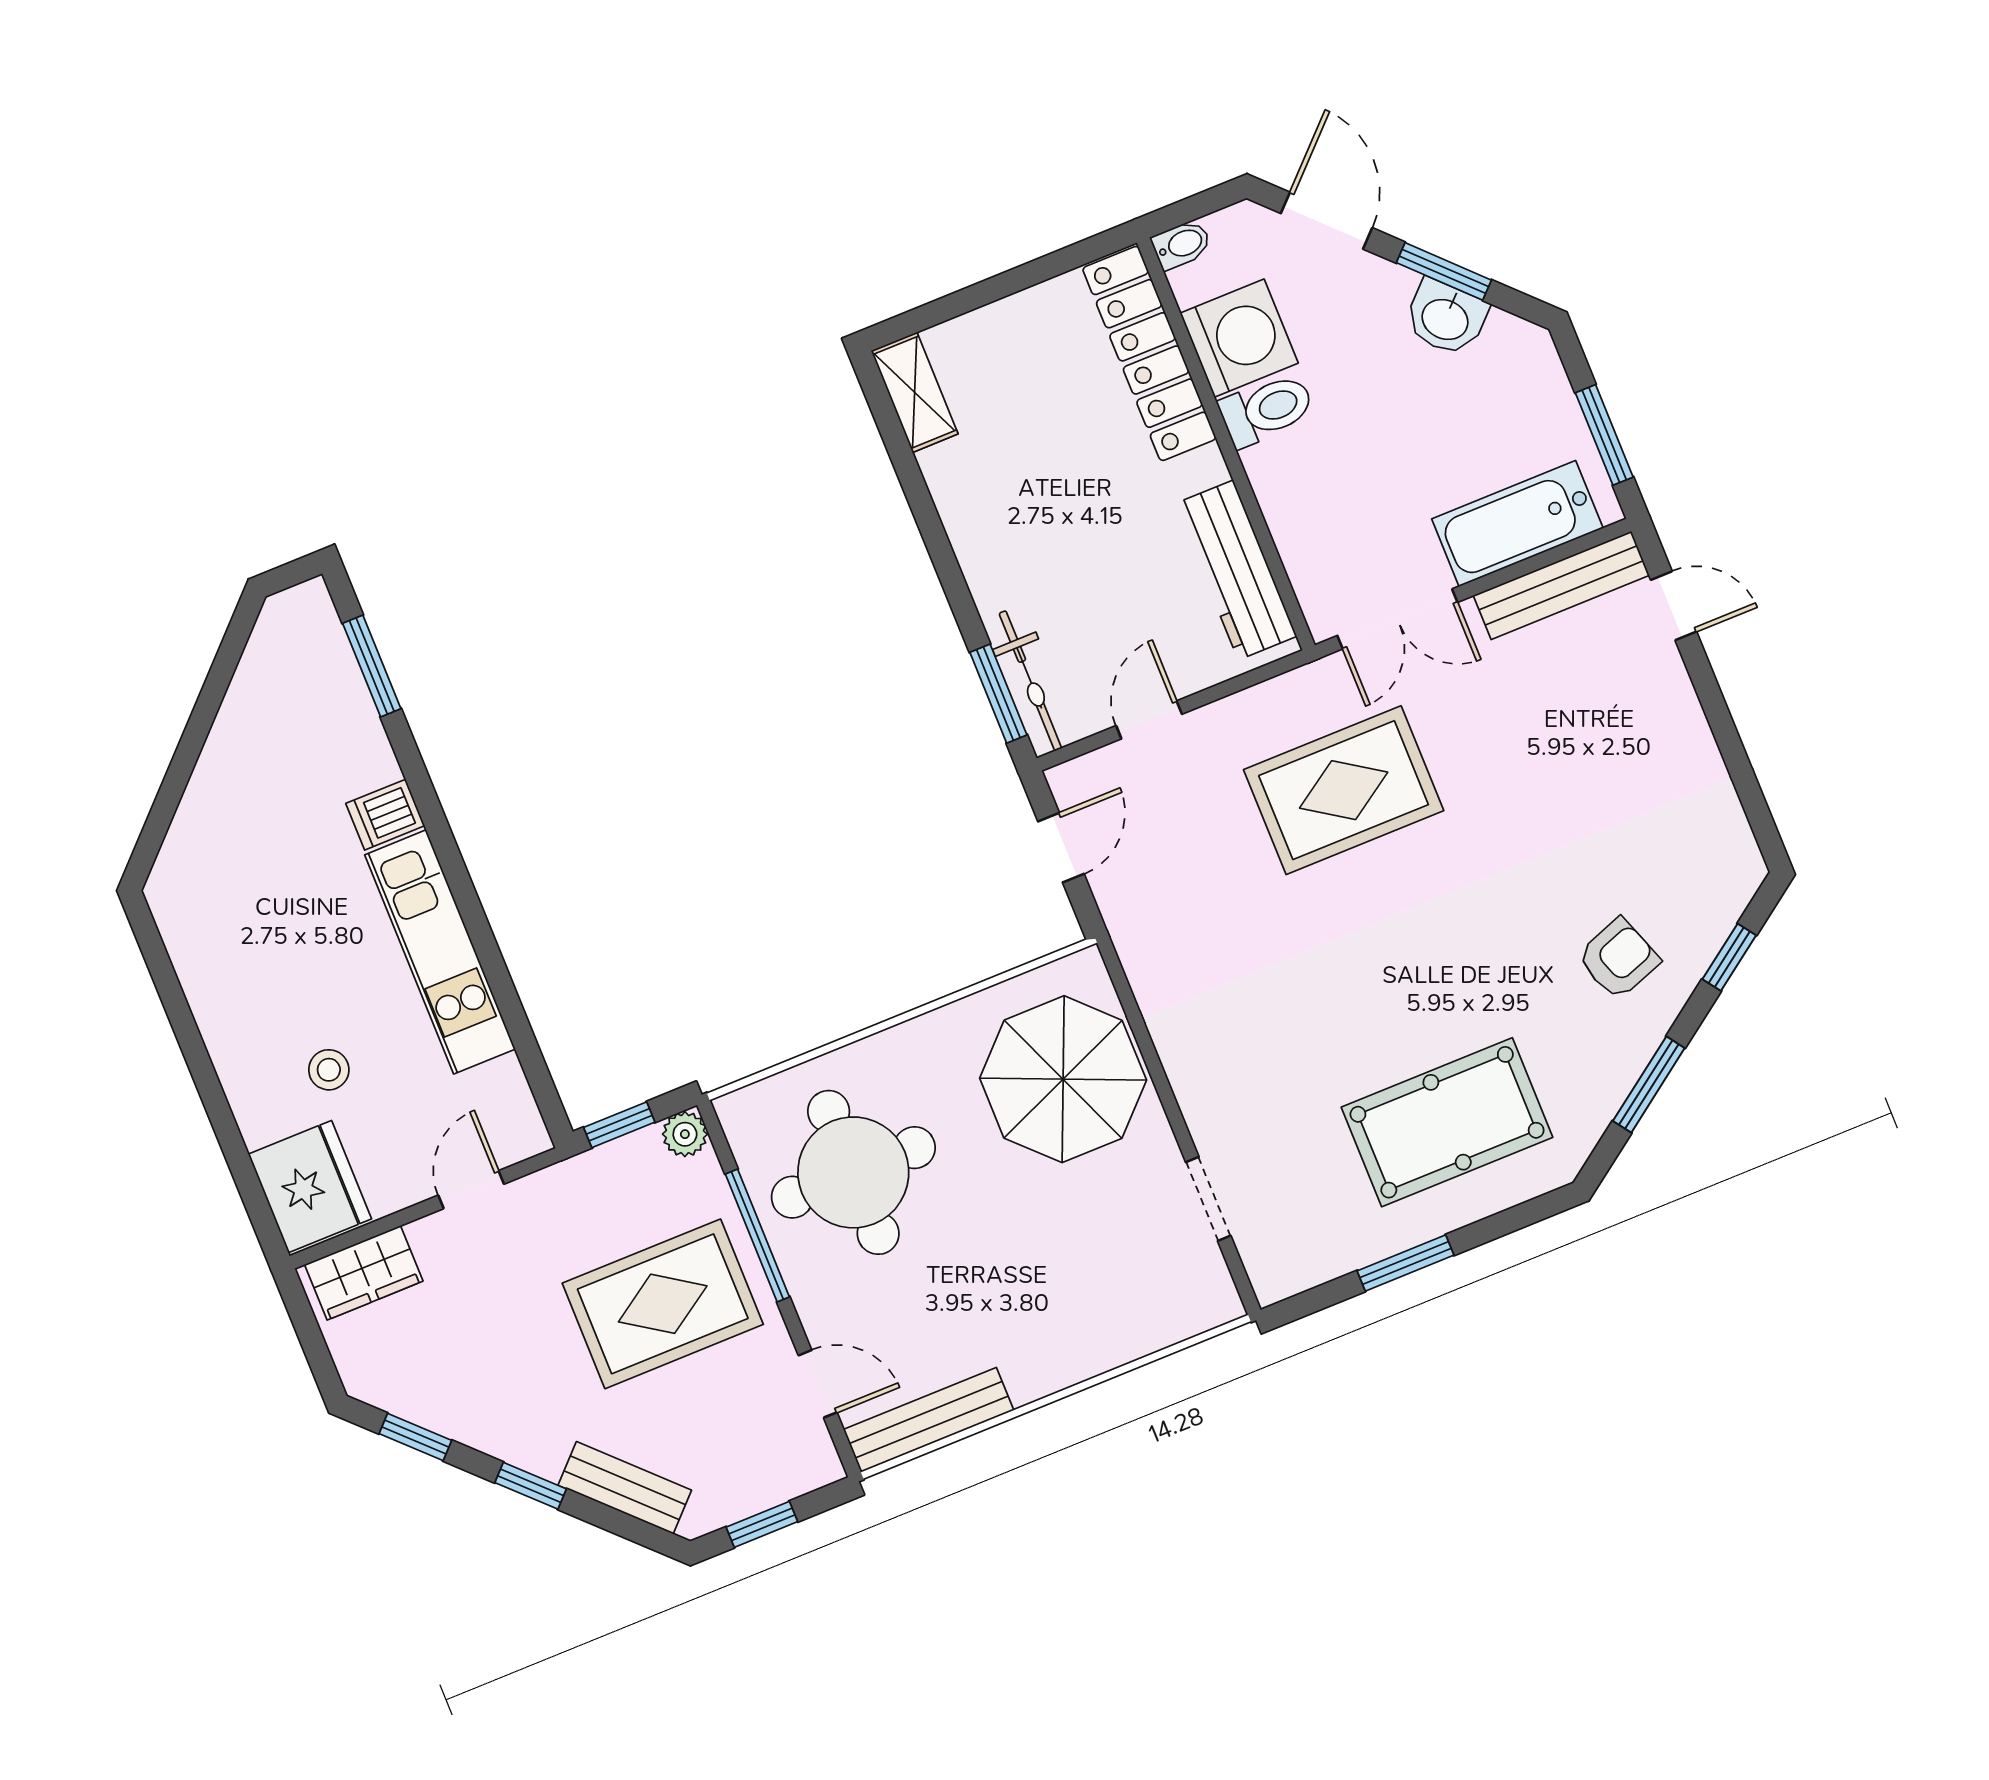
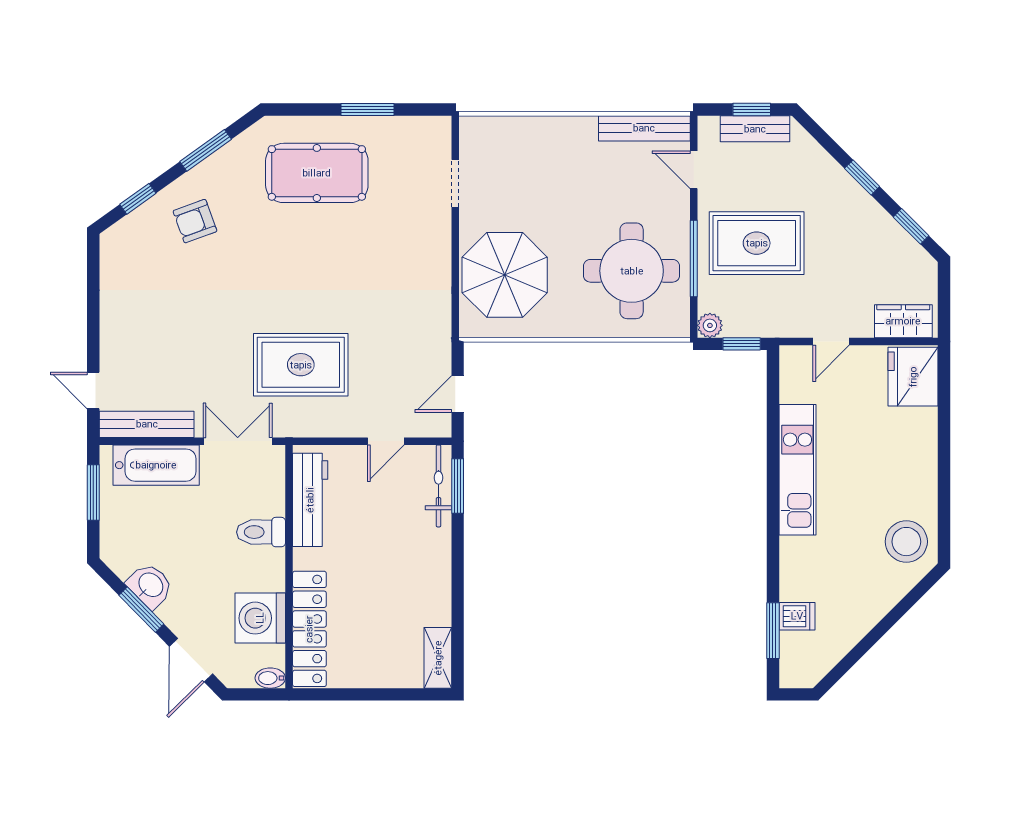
toilet: (1267, 410) -> (261, 532), moved
dishwasher: (385, 815) -> (797, 616), moved
stool: (329, 1070) -> (906, 542), moved, width x1.89, depth x1.89
bench: (625, 1488) -> (755, 129), moved, turned -45

